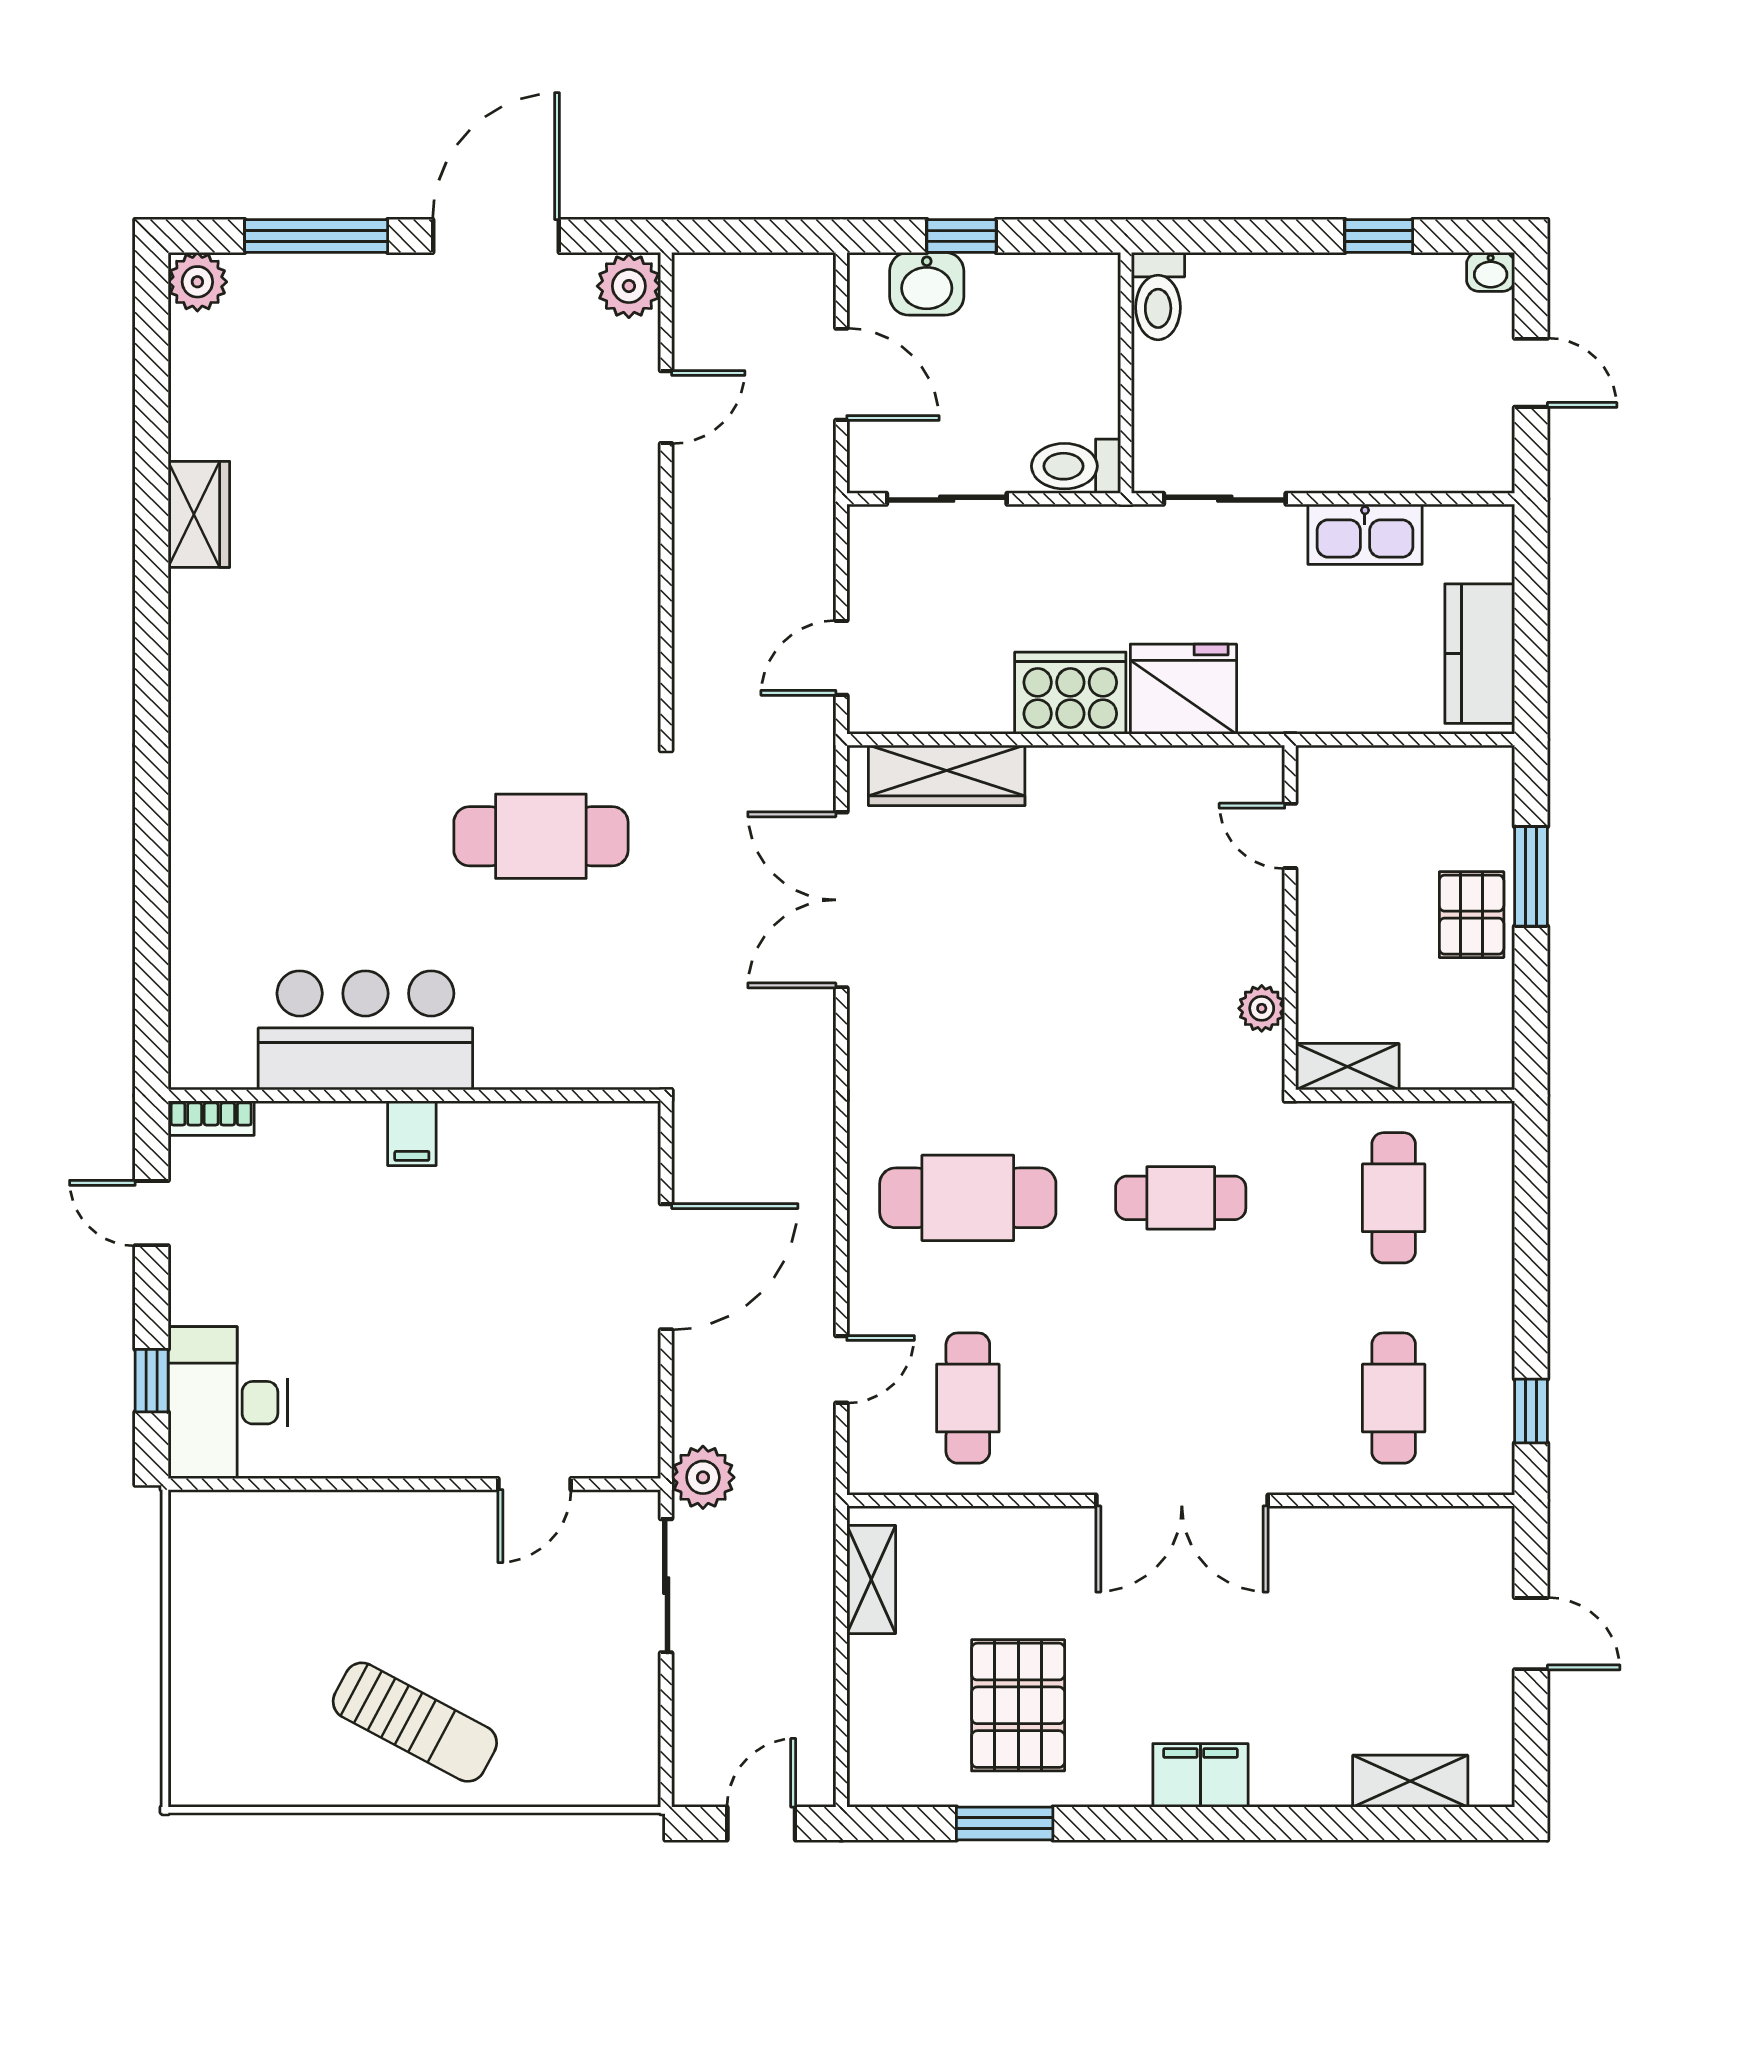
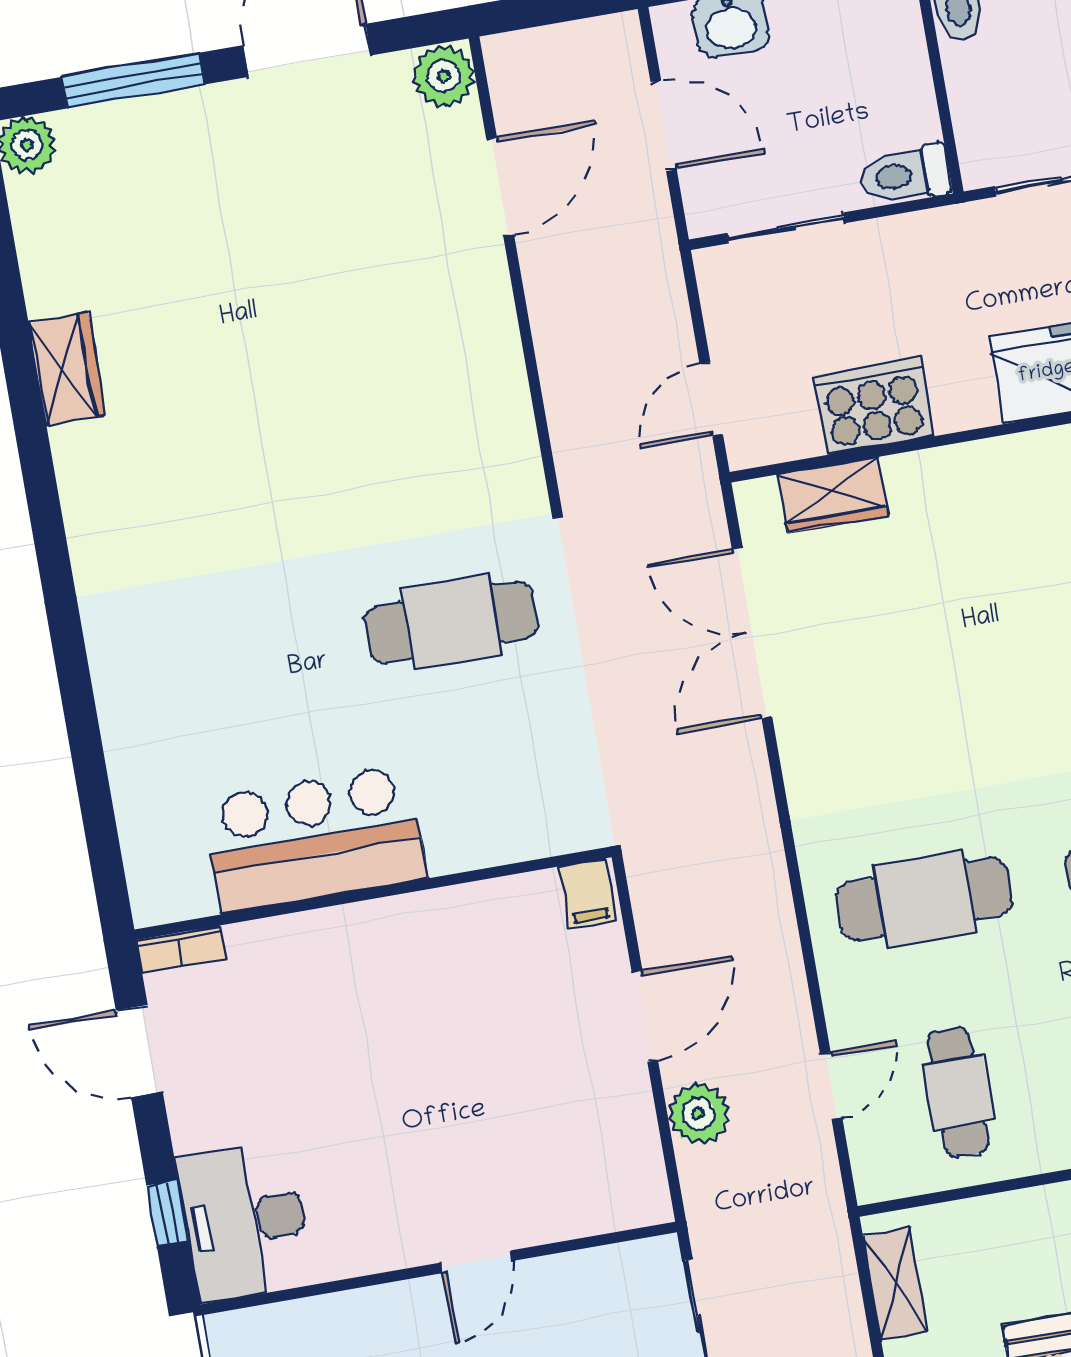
door: (666, 407) -> (500, 187), width x1.38
cooker: (1070, 693) -> (874, 406), moved
wardrobe: (947, 775) -> (833, 495), width x0.67
filing cabinet: (412, 1133) -> (587, 894), moved
door: (152, 1213) -> (139, 1051), width x1.38
door: (666, 1267) -> (645, 1016), width x0.73
plant: (703, 1477) -> (698, 1113), moved
door: (534, 1484) -> (477, 1262), moved

